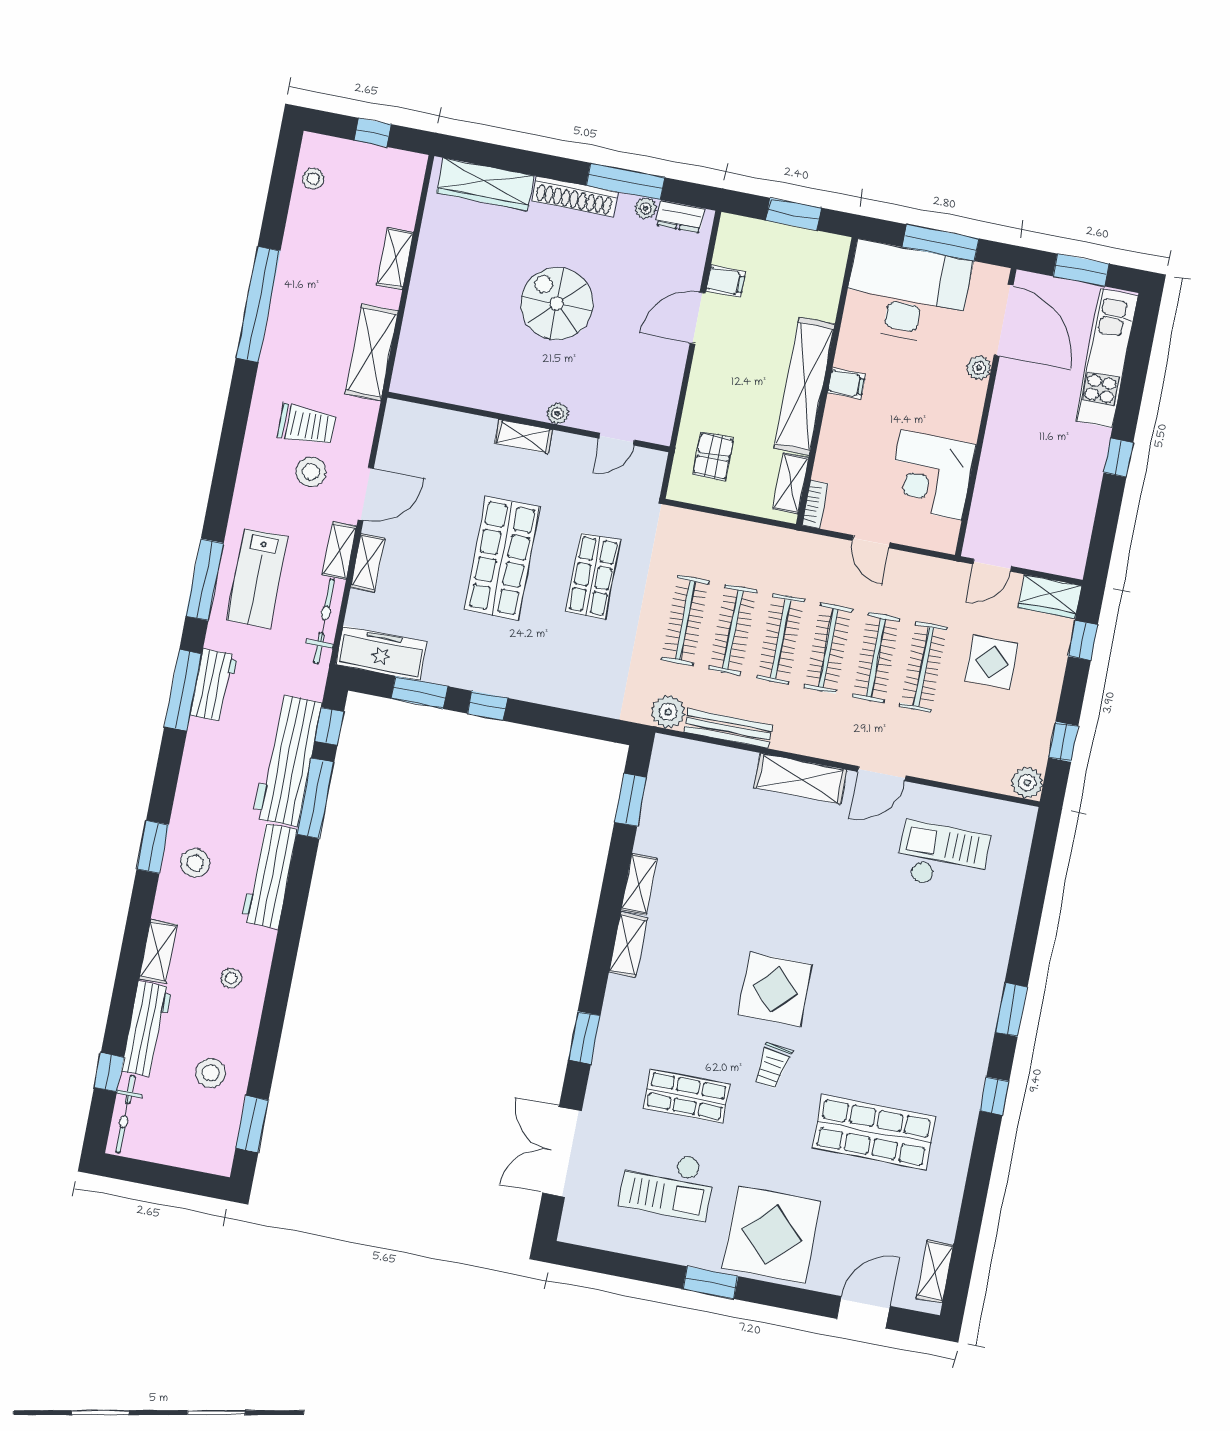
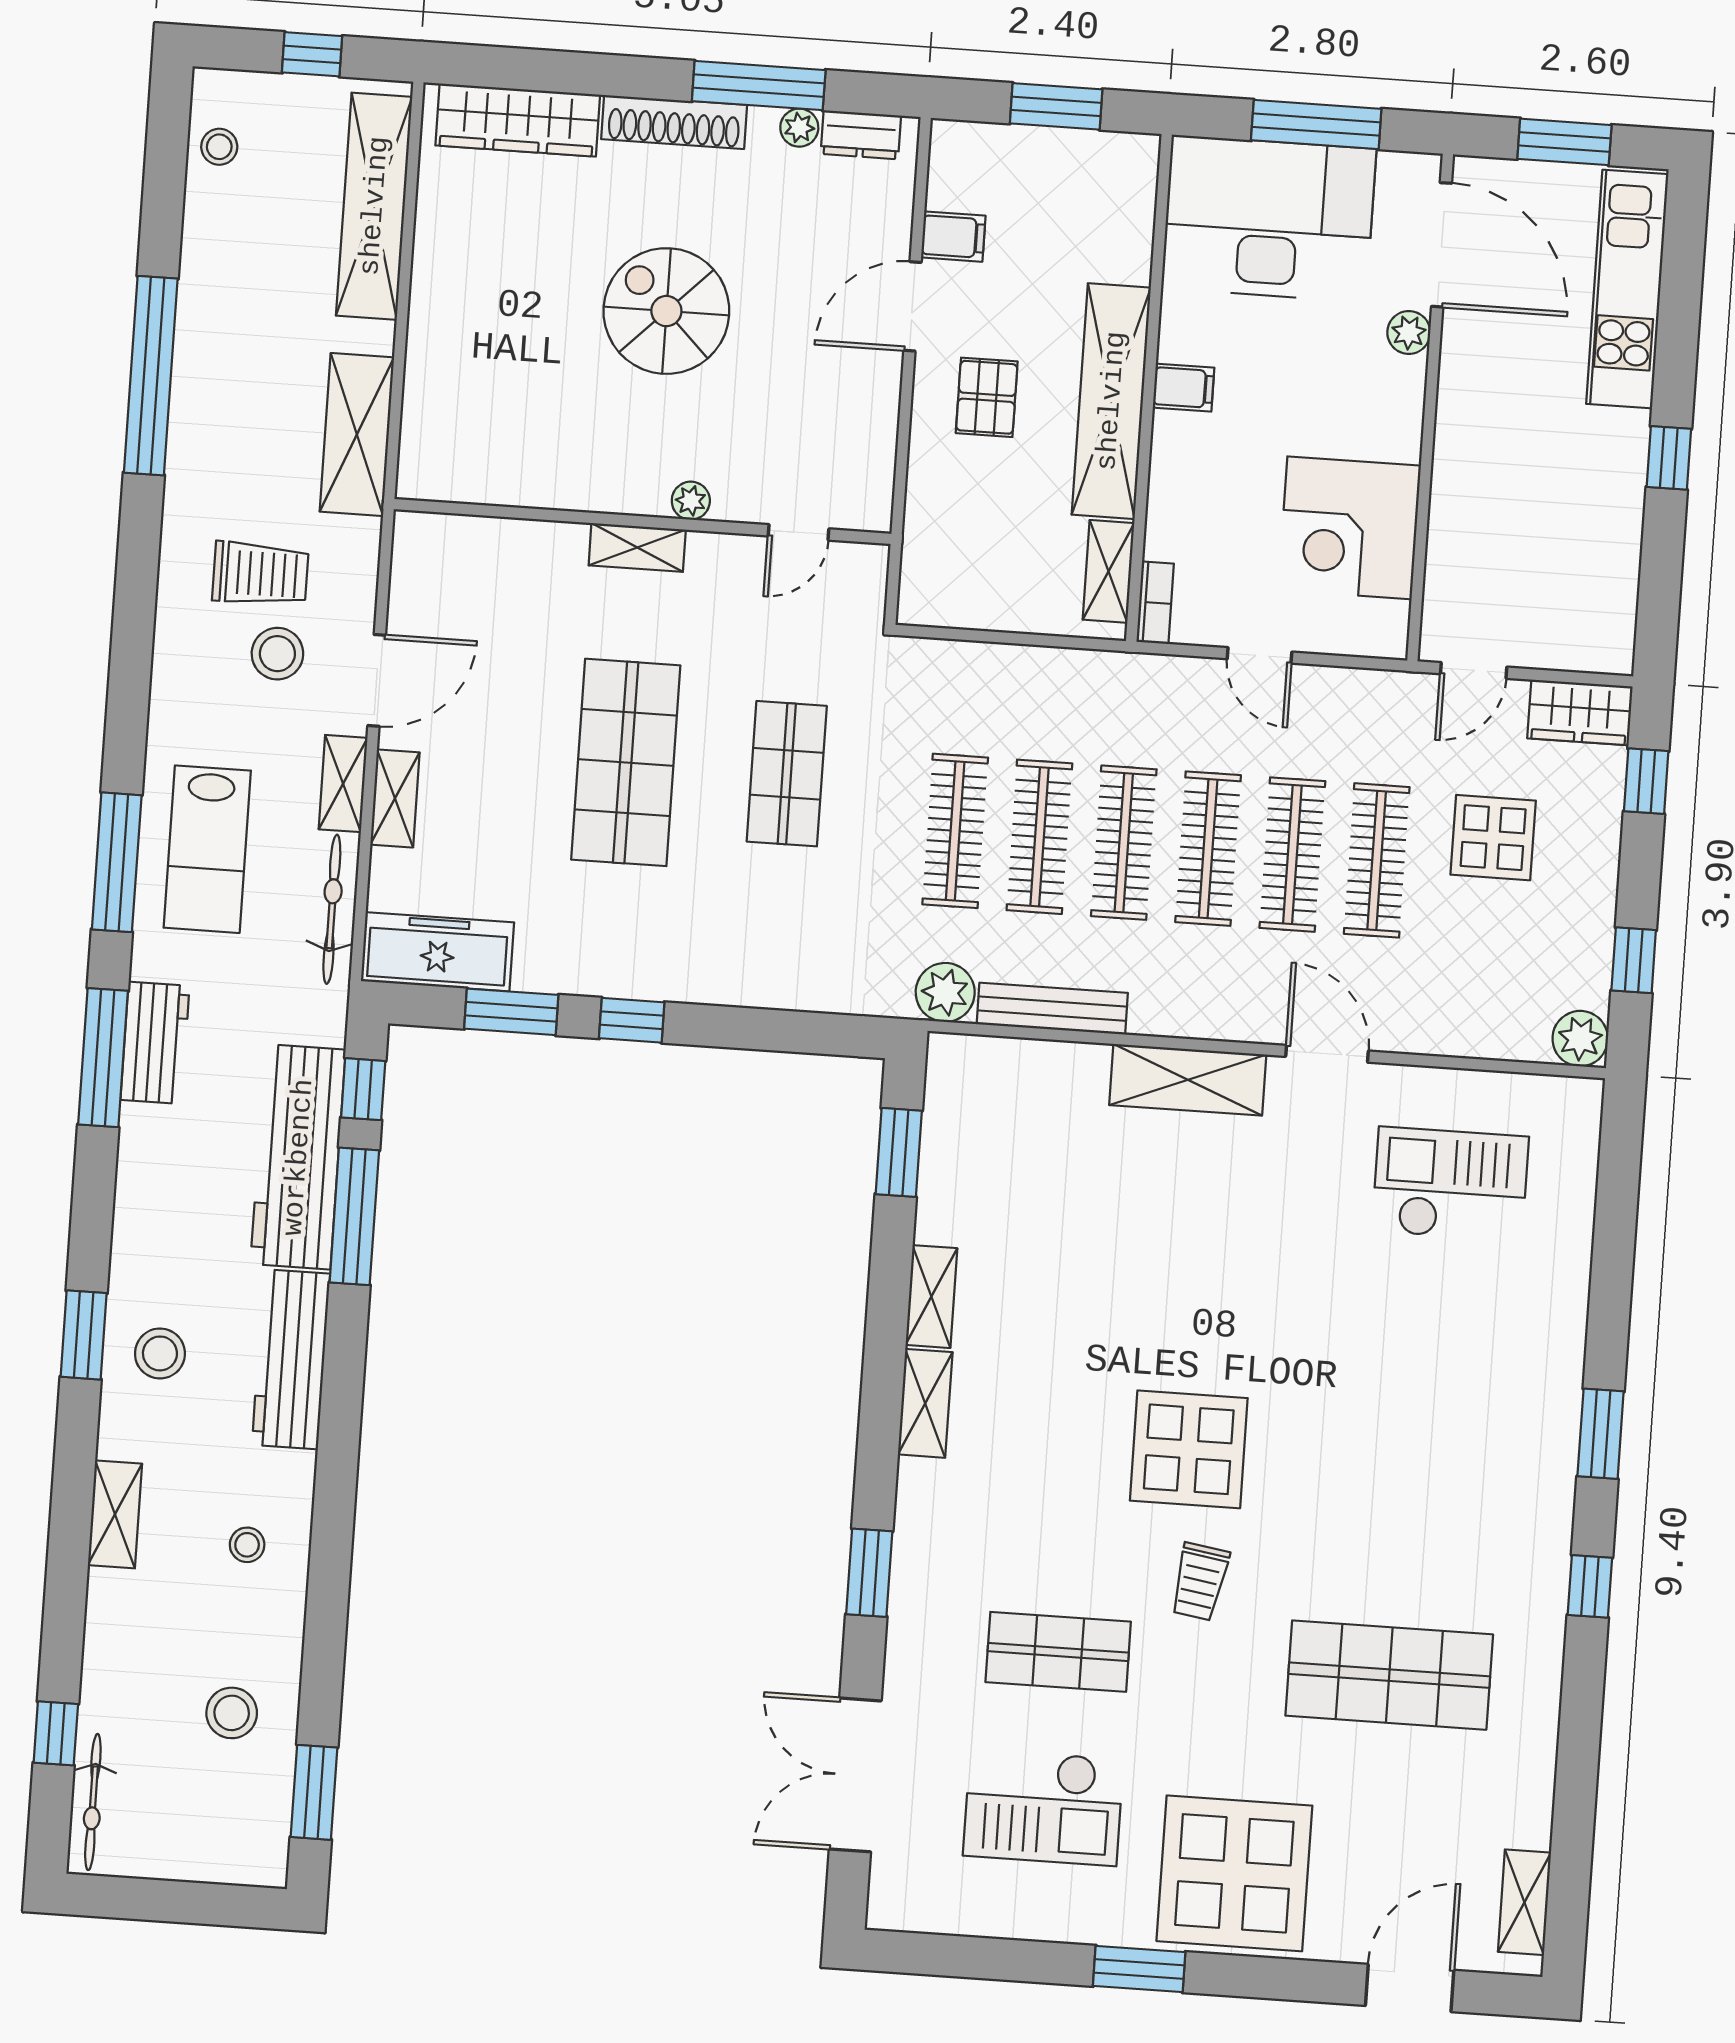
shelving: (395, 259) -> (374, 206), width x2.20, depth x1.33
pallet: (713, 456) -> (987, 397), moved
door: (882, 774) -> (1327, 1054), swing flipped
workbench: (147, 1029) -> (112, 1651), removed

